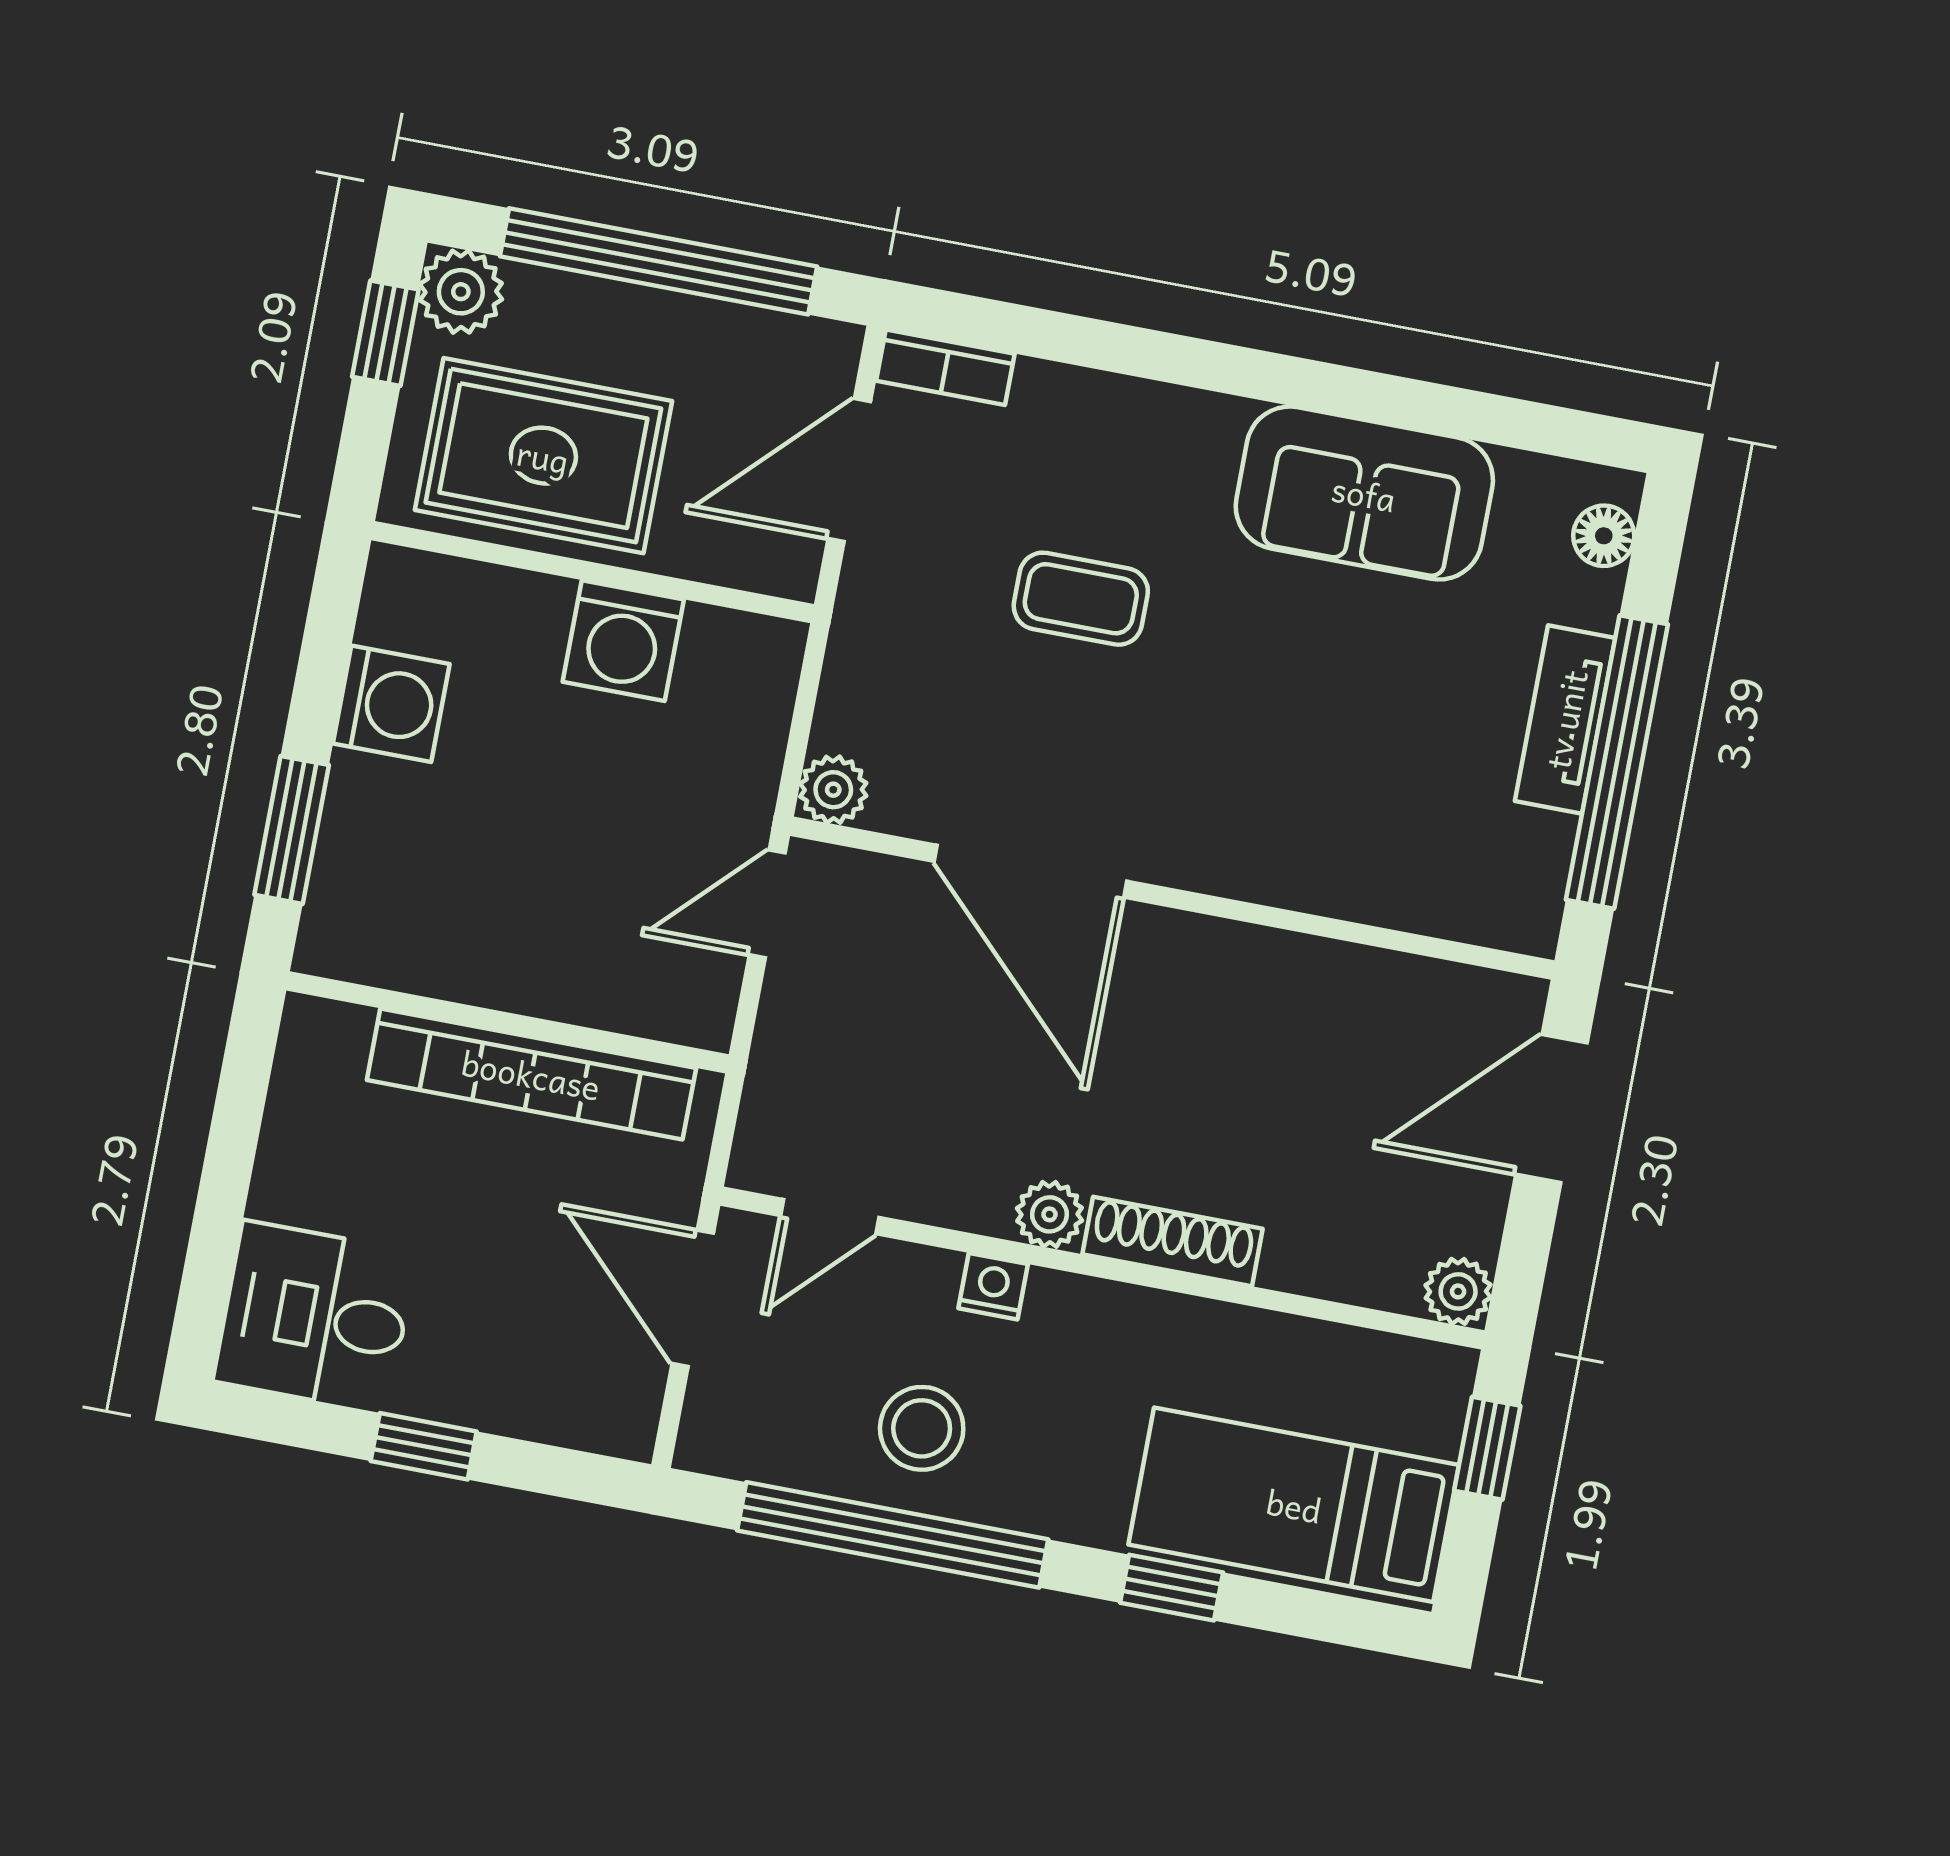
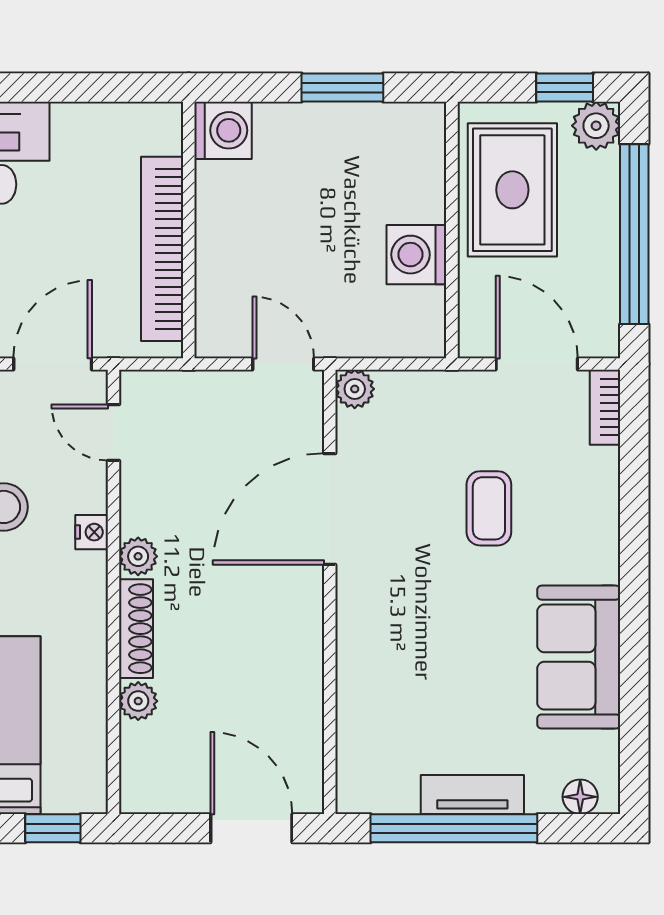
washing machine: (391, 704) -> (223, 130), moved, turned -90
window: (292, 830) -> (342, 88), moved
plant: (1458, 1291) -> (138, 701), moved

